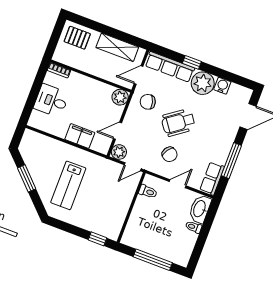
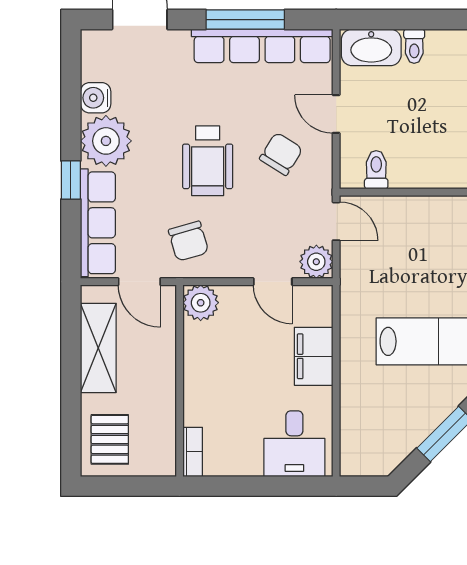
desk: (51, 101) -> (294, 444), moved
wheelchair: (178, 123) -> (208, 161), turned 36
row of seats: (212, 178) -> (262, 46), width x2.02

